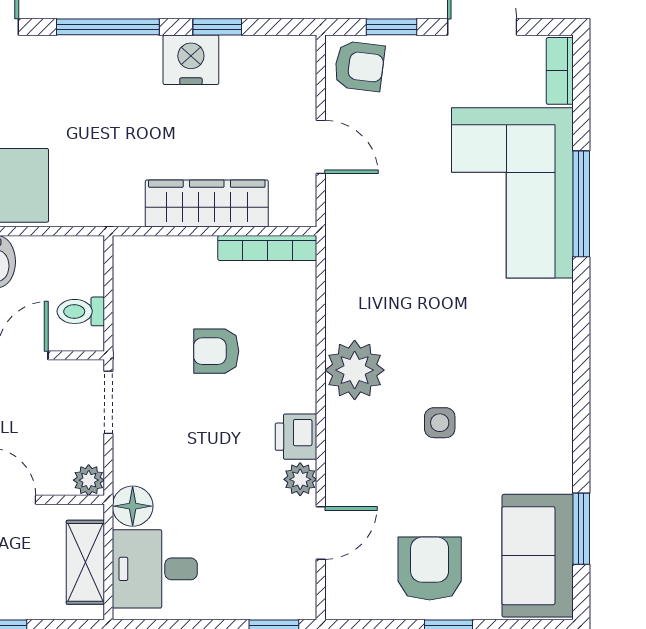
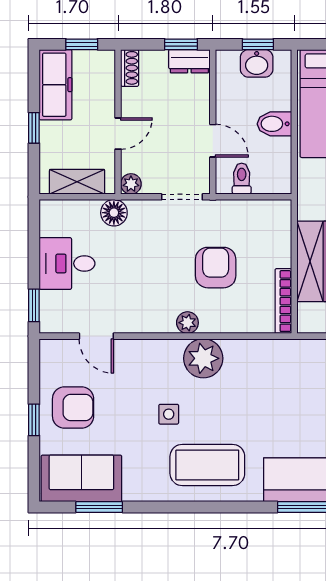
armchair: (216, 351) -> (216, 268), width x1.38, depth x1.38
coffee table: (517, 364) -> (207, 465), added
printer: (296, 437) -> (160, 320), removed
plant: (300, 479) -> (187, 323), moved
desk: (155, 569) -> (67, 263), moved, turned -90

